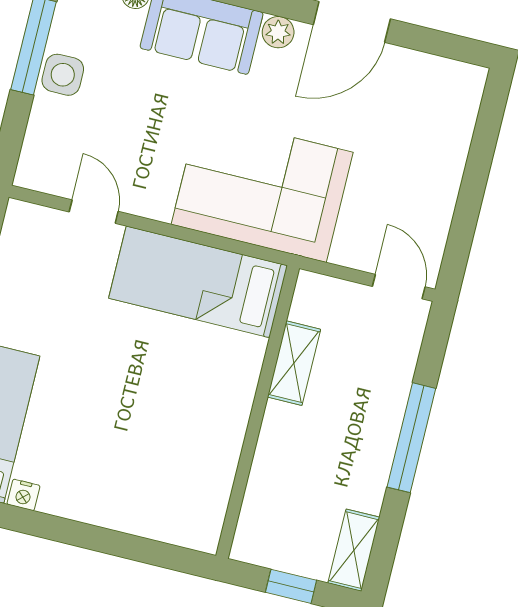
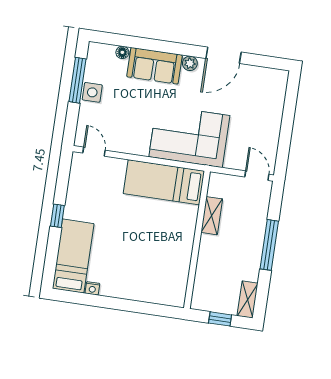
door: (94, 212) -> (94, 152), moved

